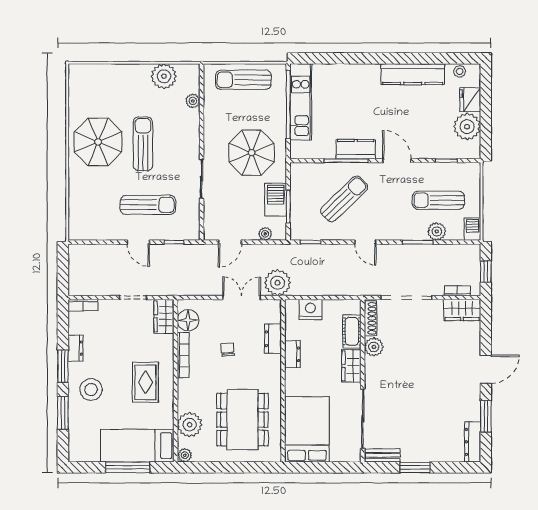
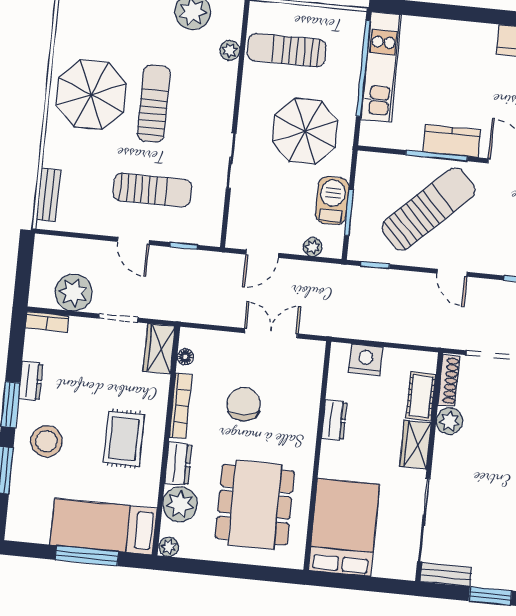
sun lounger: (243, 80) -> (287, 50), moved
sun lounger: (344, 199) -> (429, 209), width x1.36, depth x1.34
bench: (75, 216) -> (48, 195), added
plant: (278, 283) -> (74, 293), moved
floor lamp: (188, 320) -> (185, 357), width x0.53, depth x0.53
dresser: (273, 339) -> (178, 464), moved, turned 180
chair: (228, 349) -> (244, 404), width x1.87, depth x1.87

